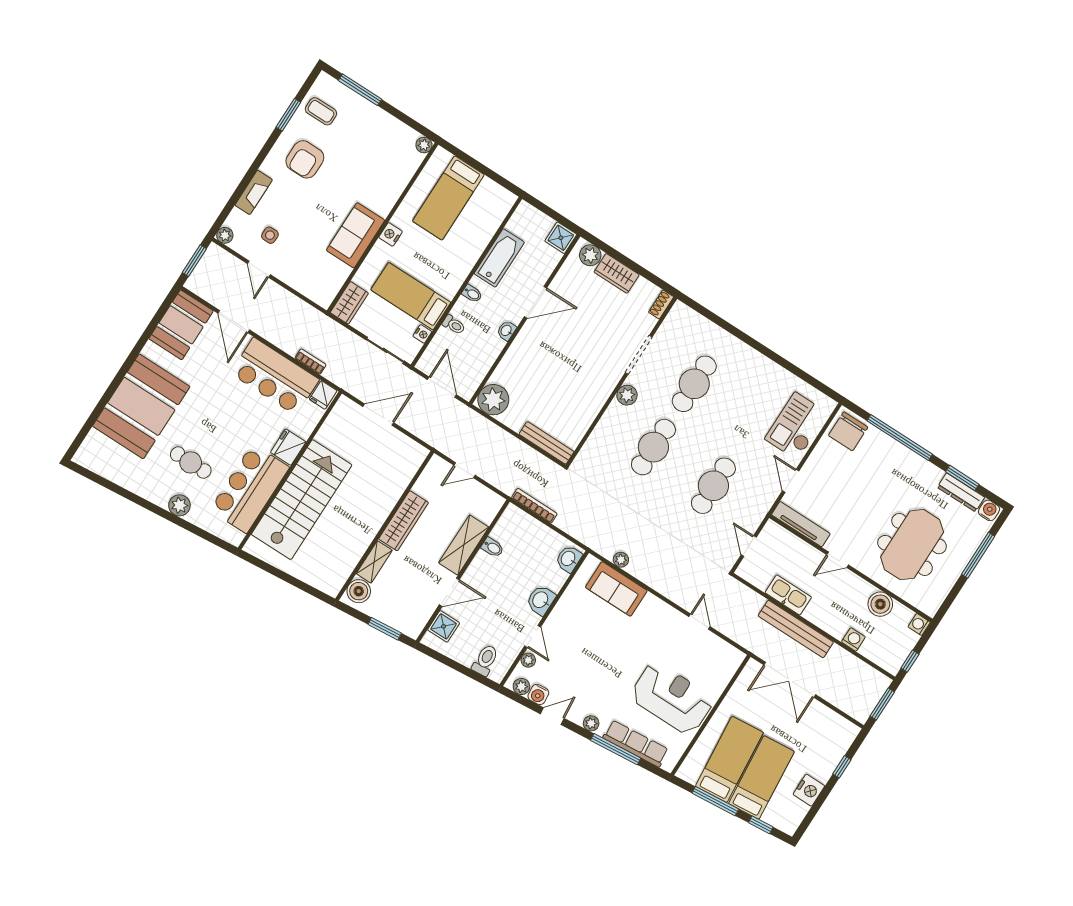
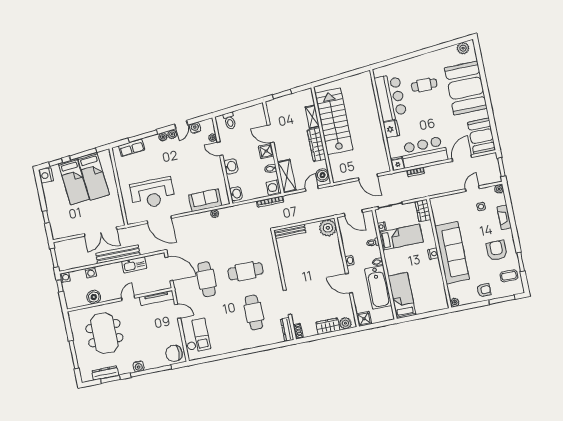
armchair: (371, 124) -> (484, 290), added
bed: (448, 198) -> (402, 295), moved
sofa: (356, 235) -> (452, 253), width x1.85, depth x1.27
bathtub: (499, 258) -> (378, 287), width x1.36, depth x1.36
door: (259, 269) -> (472, 189), hinge flipped
door: (536, 302) -> (349, 283), hinge flipped
door: (234, 321) -> (462, 158), hinge flipped
dresser: (673, 321) -> (287, 329), added
plant: (627, 395) -> (276, 282), removed
door: (378, 415) -> (368, 177), hinge flipped
chair: (848, 431) -> (174, 353), turned -90
cafe table: (653, 447) -> (246, 271), turned 90
stairs: (302, 500) -> (334, 121), moved, turned 180
plant: (179, 505) -> (463, 48), moved
water cooler: (989, 510) -> (139, 366), moved
washing machine: (512, 520) -> (274, 187), added
shelving: (464, 545) -> (287, 176), moved
door: (749, 546) -> (169, 269), width x1.88
boiler: (359, 591) -> (323, 175), moved
door: (449, 592) -> (270, 134), hinge flipped
door: (699, 622) -> (159, 220), width x1.88
washing machine: (919, 624) -> (65, 277), moved
shower: (444, 626) -> (266, 151), moved
double door: (790, 680) -> (101, 232), swing flipped
plant: (521, 687) -> (172, 134), moved
reception desk: (672, 698) -> (152, 193), moved
row of seats: (636, 744) -> (132, 148), width x0.68
nightstand: (809, 790) -> (46, 175), moved

